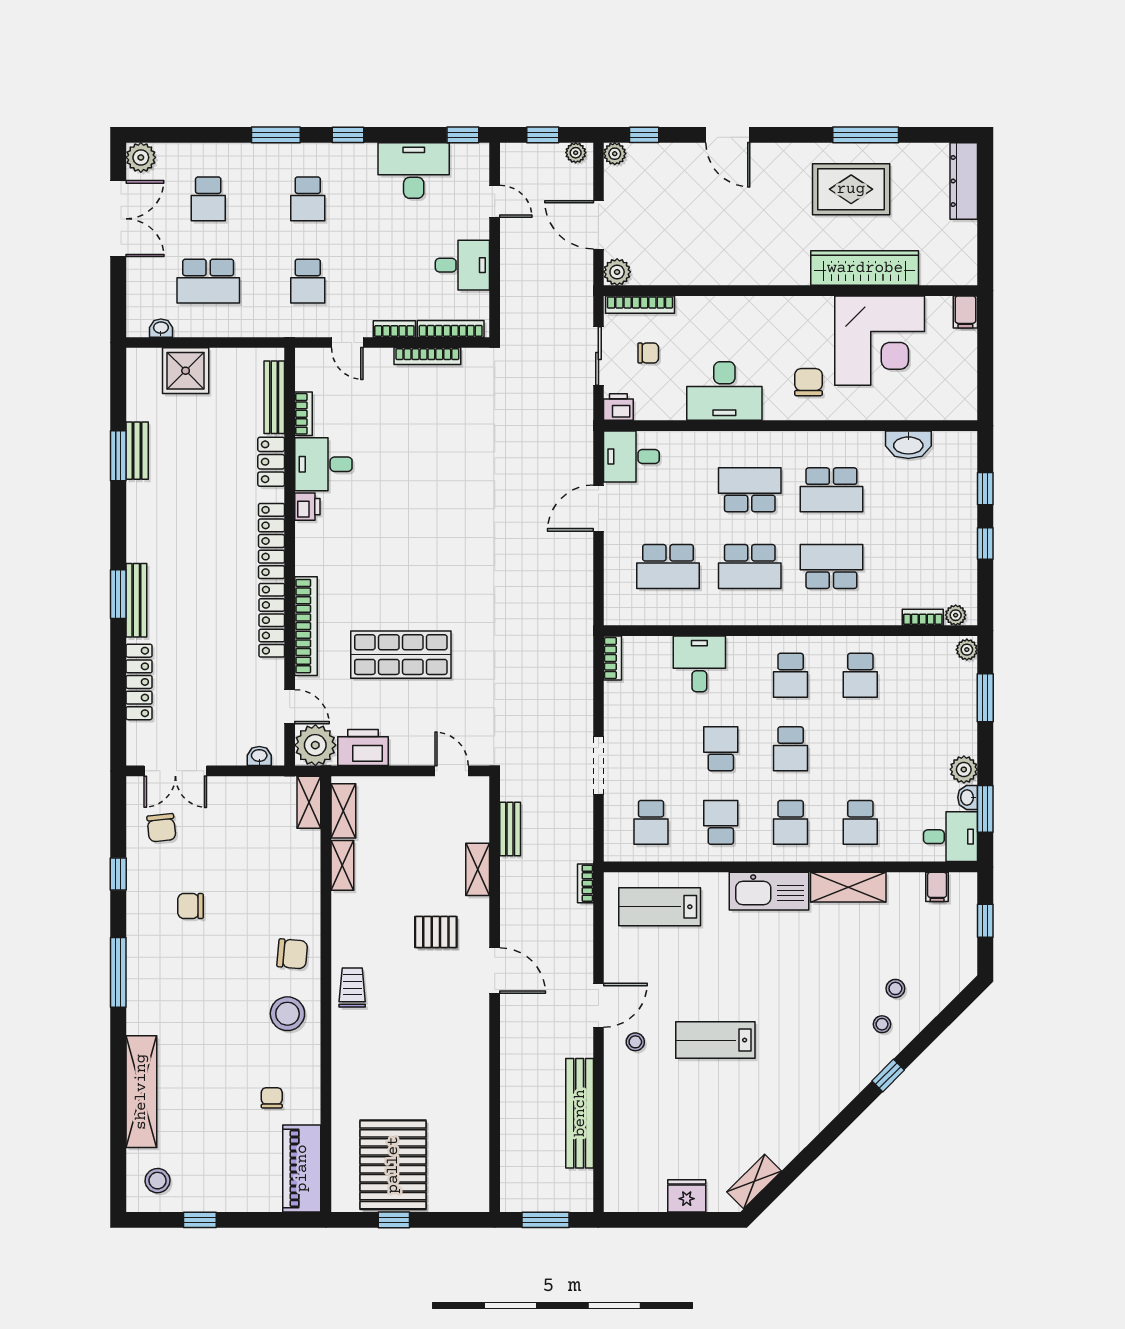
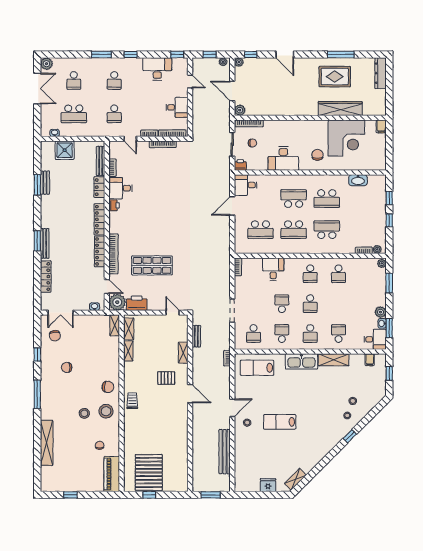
school desk: (860, 822) -> (339, 334), turned 180
stool: (158, 1181) -> (84, 413), moved

